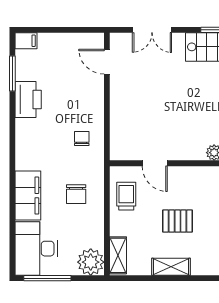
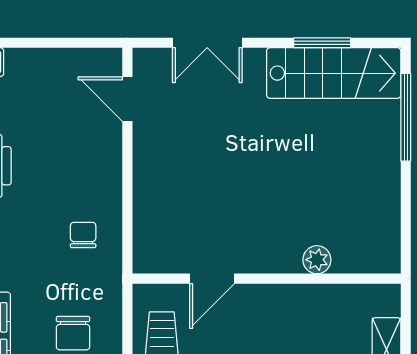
door: (155, 163) -> (212, 279), hinge flipped

